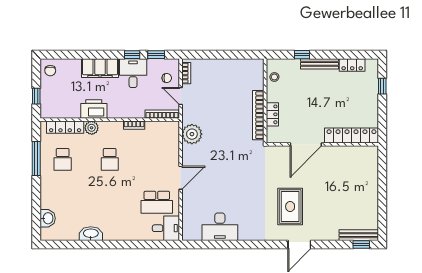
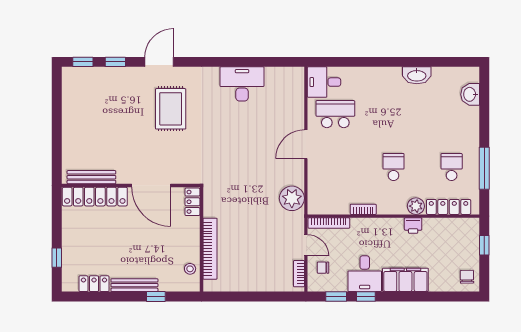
printer: (94, 109) -> (413, 226), width x0.53, depth x0.68
locker: (272, 114) -> (192, 202), moved
bookcase: (258, 115) -> (210, 249), moved
door: (306, 144) -> (151, 186), swing flipped
desk: (220, 227) -> (242, 84), moved
bench: (359, 235) -> (91, 177), moved
window: (335, 245) -> (115, 62), added

